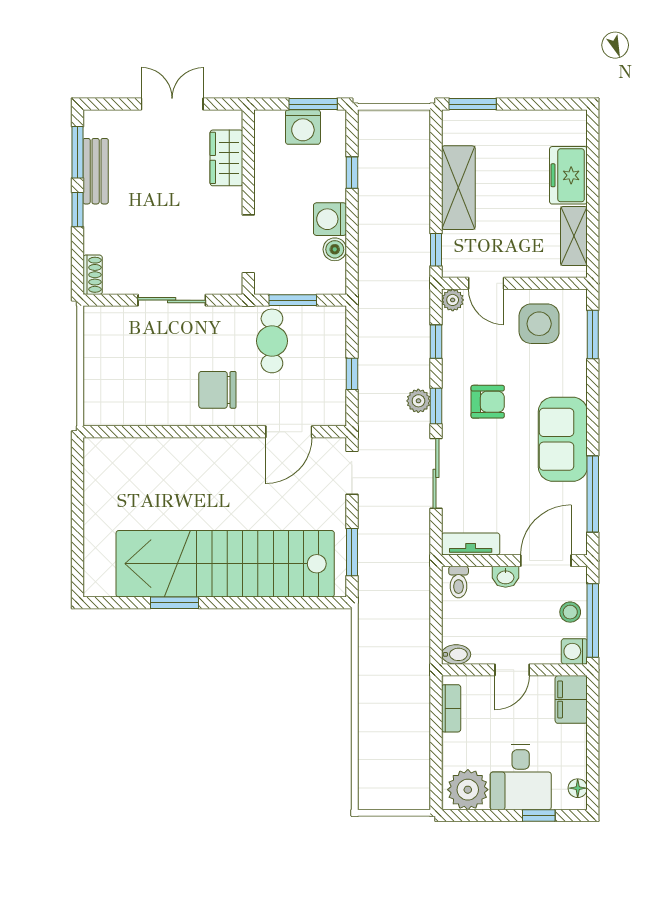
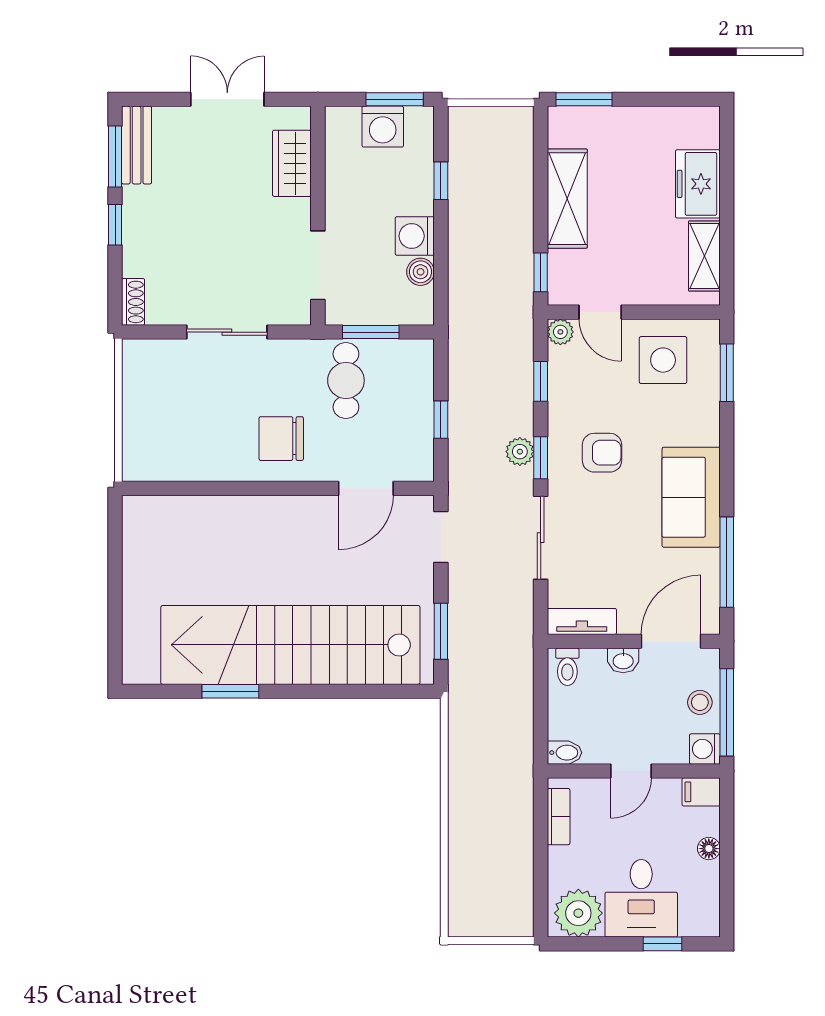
bench: (96, 171) -> (137, 145), moved
filing cabinet: (571, 699) -> (701, 792), width x0.50
floor lamp: (578, 788) -> (709, 849), moved

